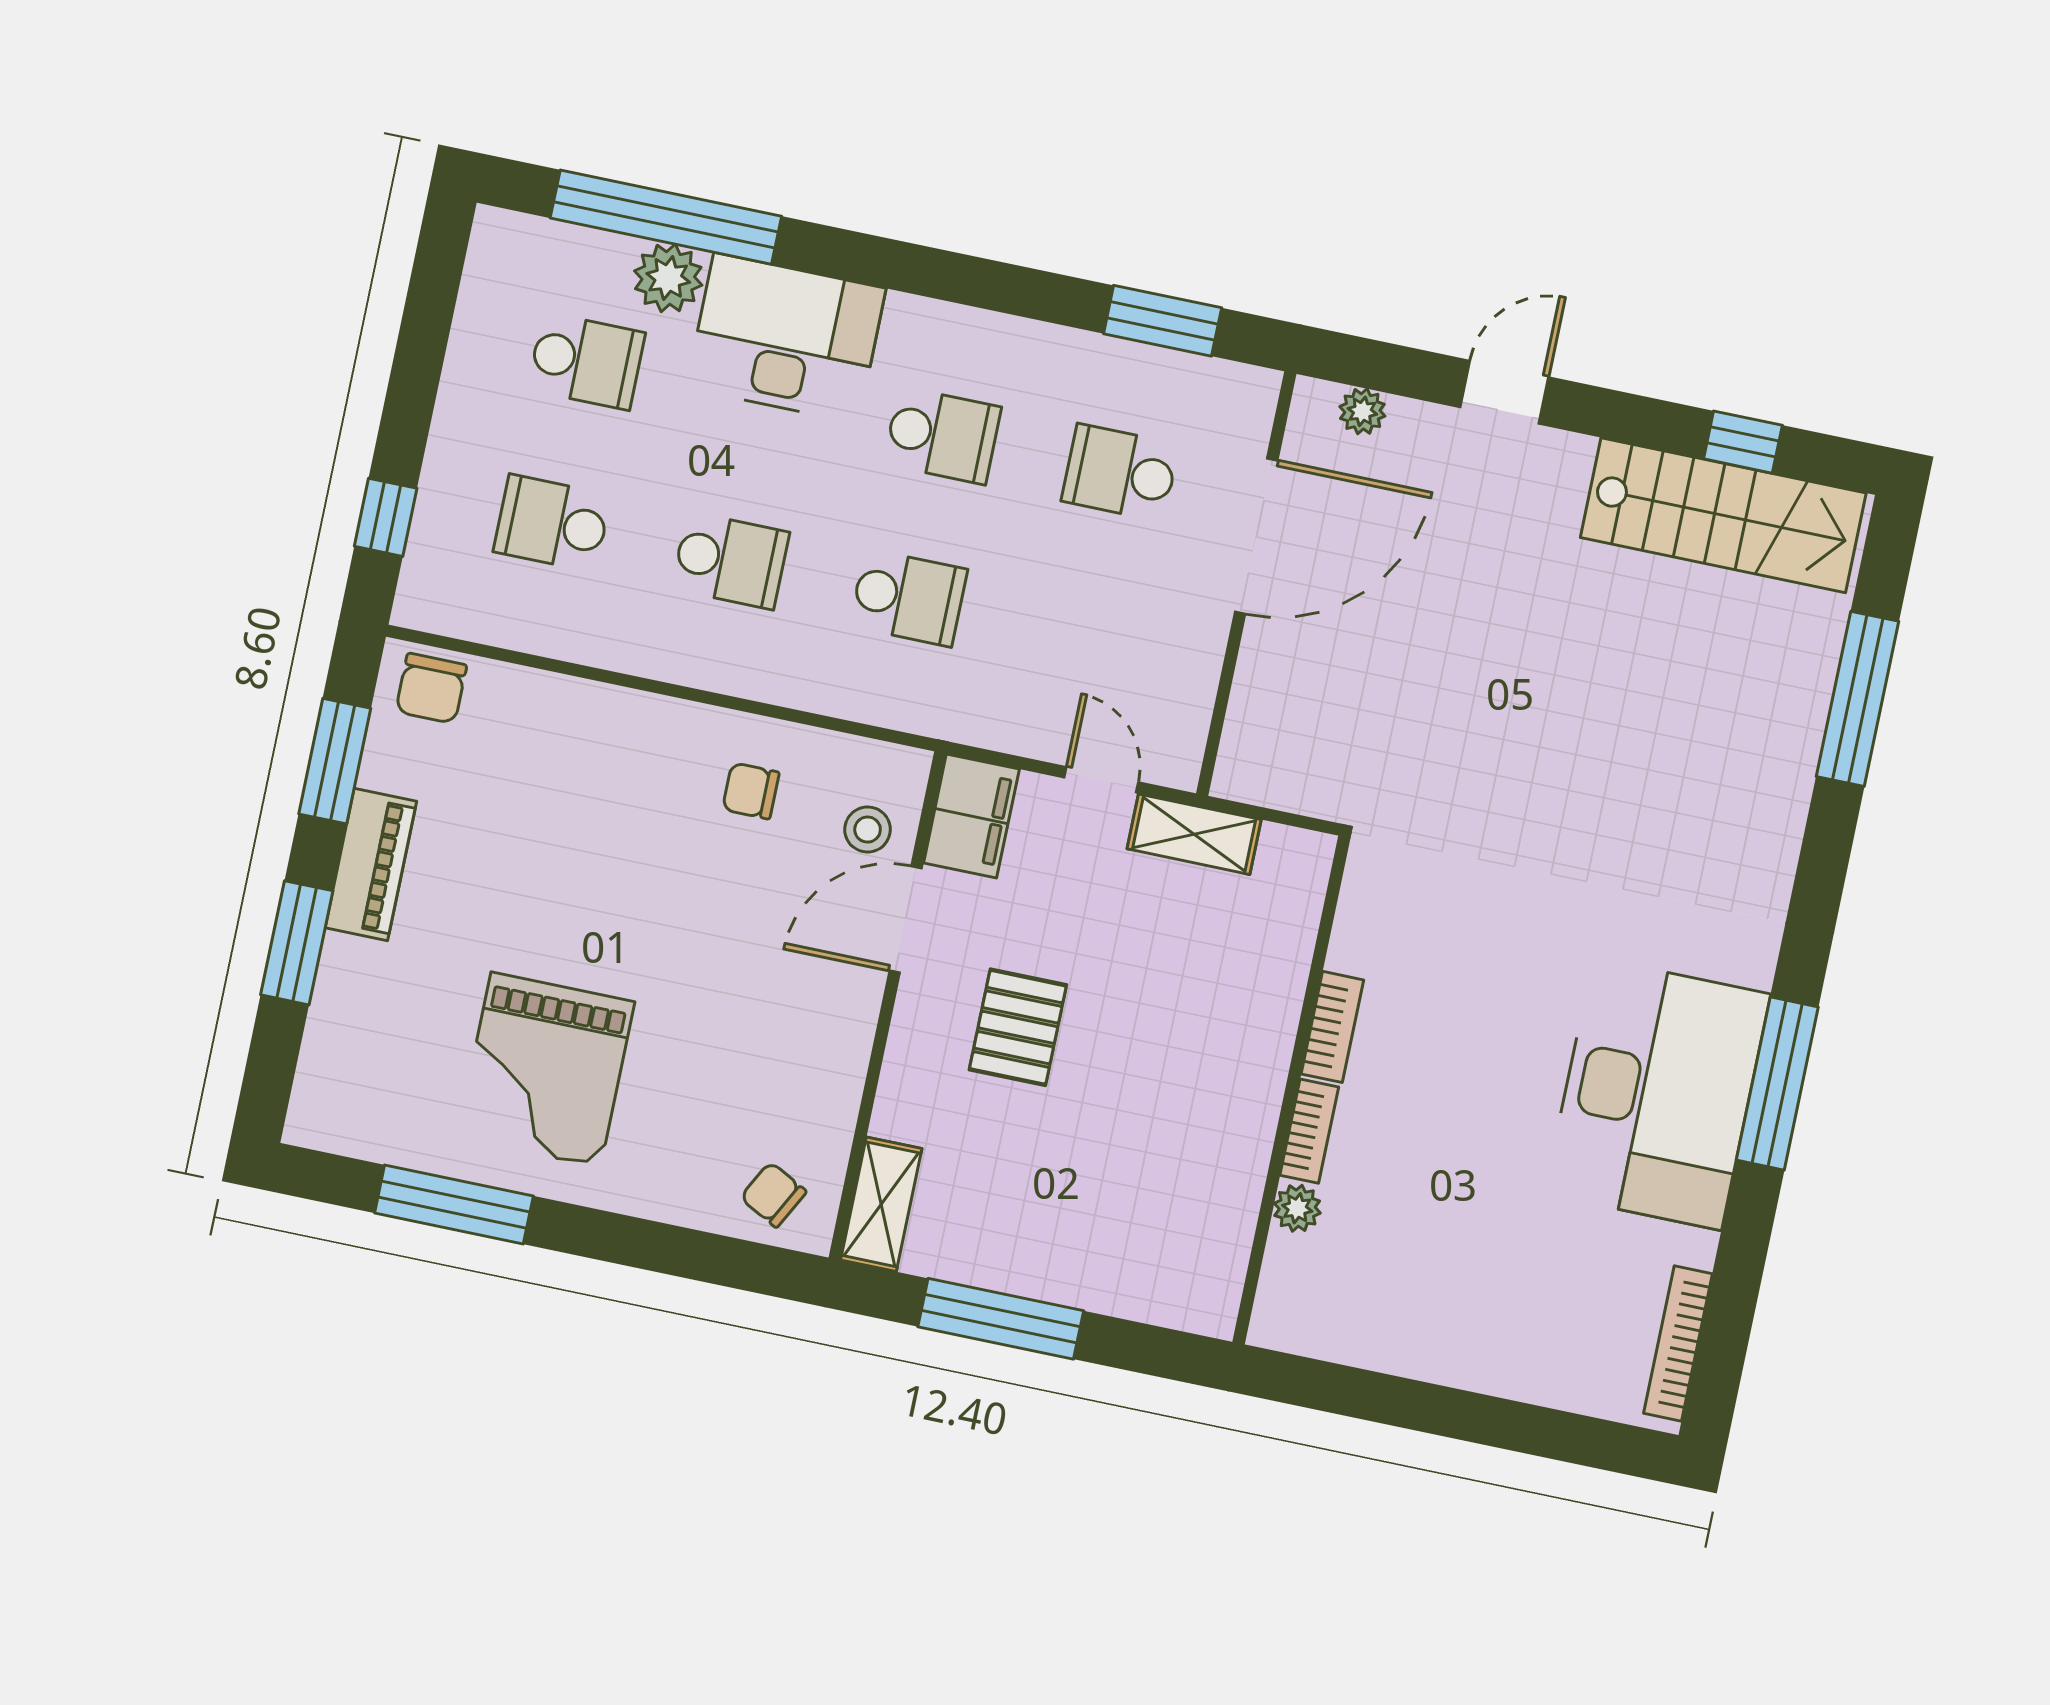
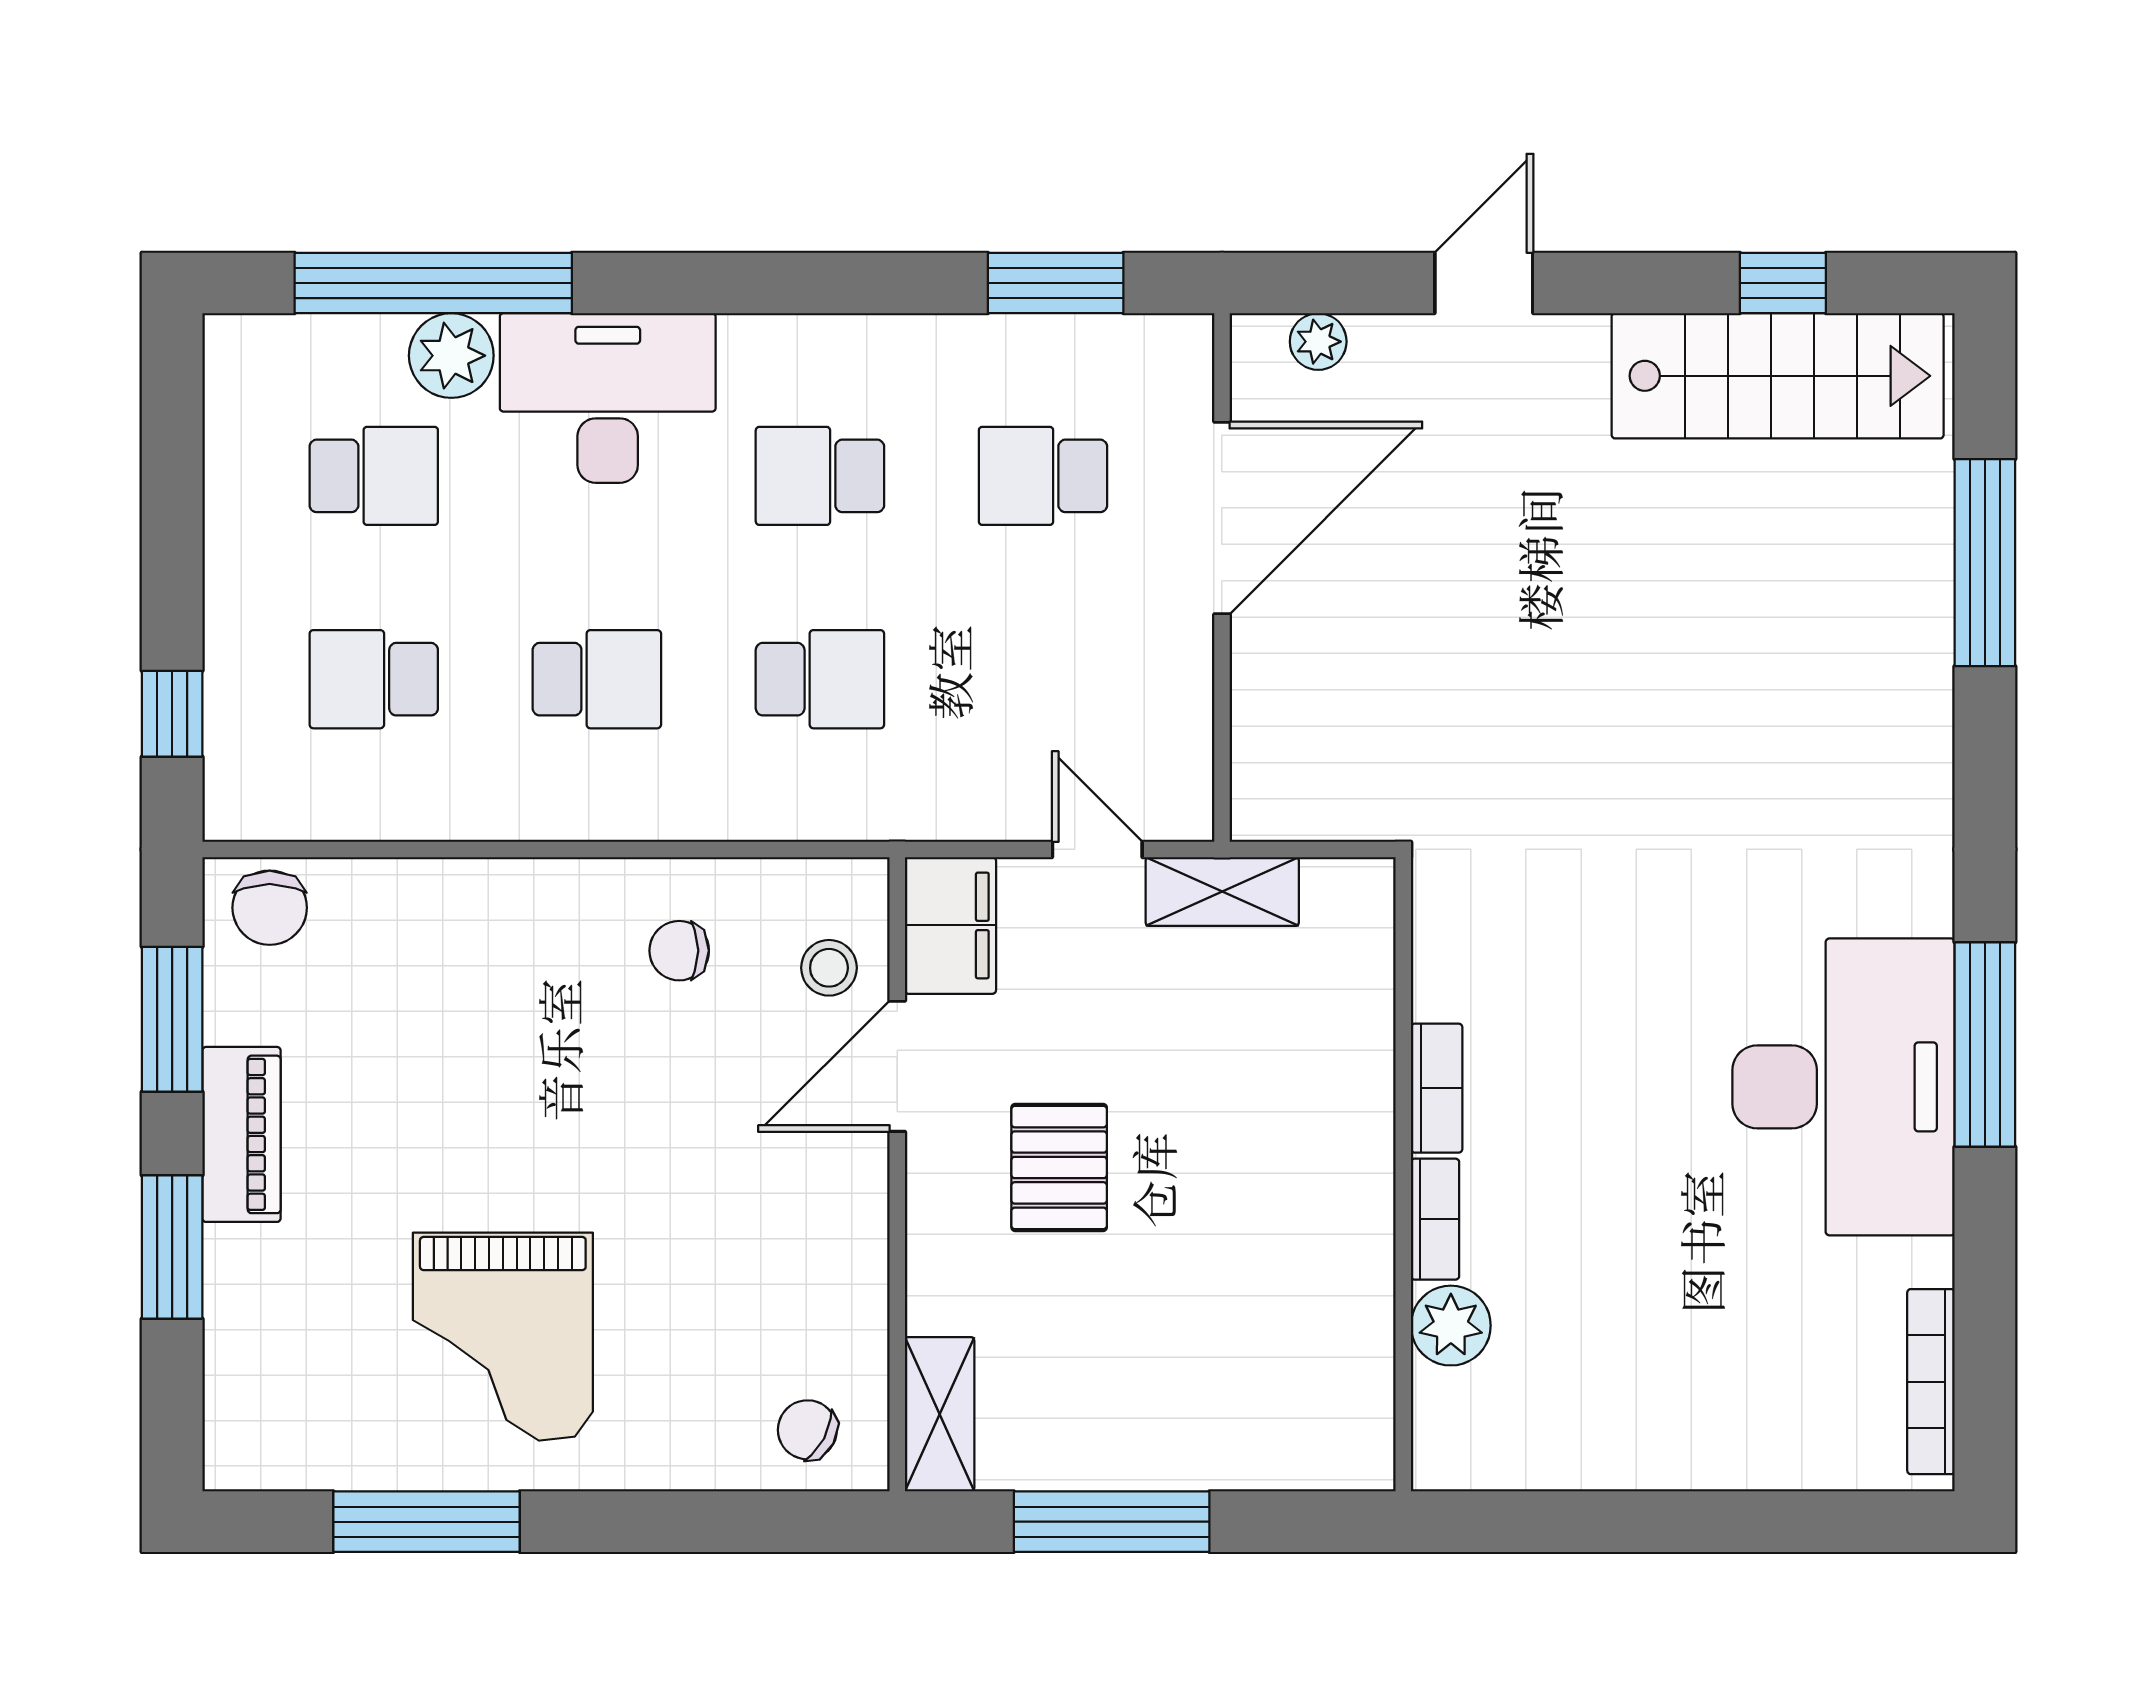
school desk: (942, 435) -> (820, 476), turned 180
plant: (1297, 1208) -> (1451, 1326), width x1.38, depth x1.38

